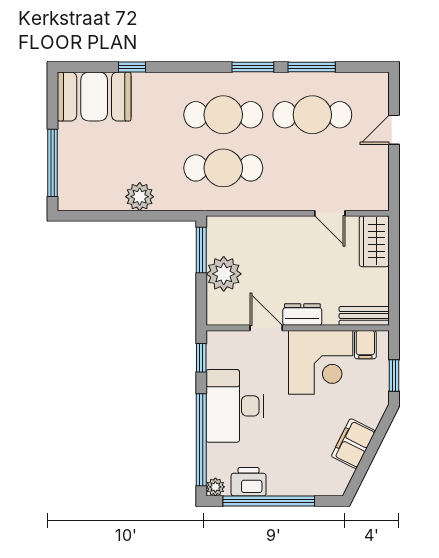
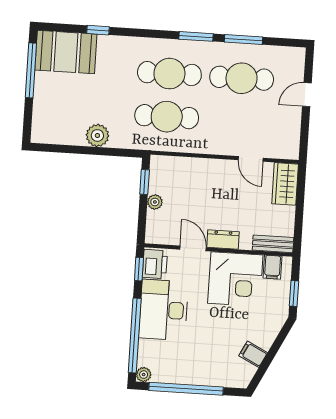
window: (53, 163) -> (31, 70), moved
window: (201, 250) -> (145, 182), width x0.67
plant: (224, 274) -> (155, 202), width x0.53, depth x0.53
filing cabinet: (353, 444) -> (253, 354), width x0.50
printer: (249, 482) -> (155, 264), moved, turned 90

